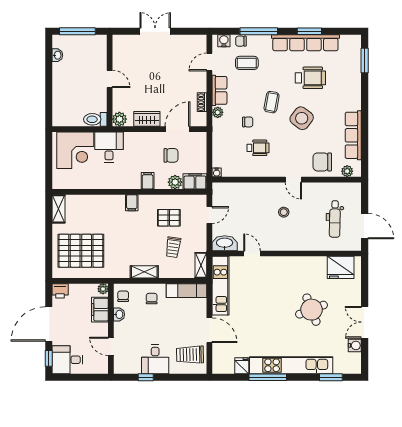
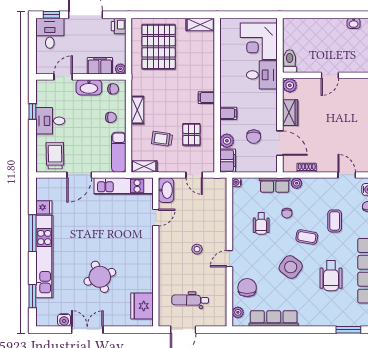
coffee table: (247, 63) -> (335, 221), moved
row of seats: (219, 90) -> (275, 185), moved
washbasin: (119, 314) -> (89, 87), width x1.91, depth x1.45

